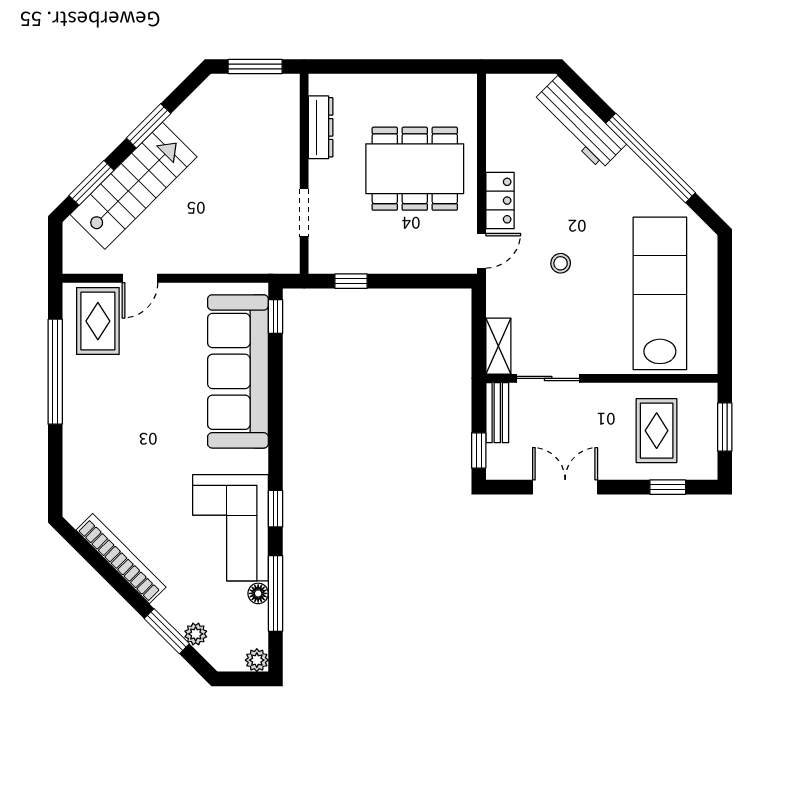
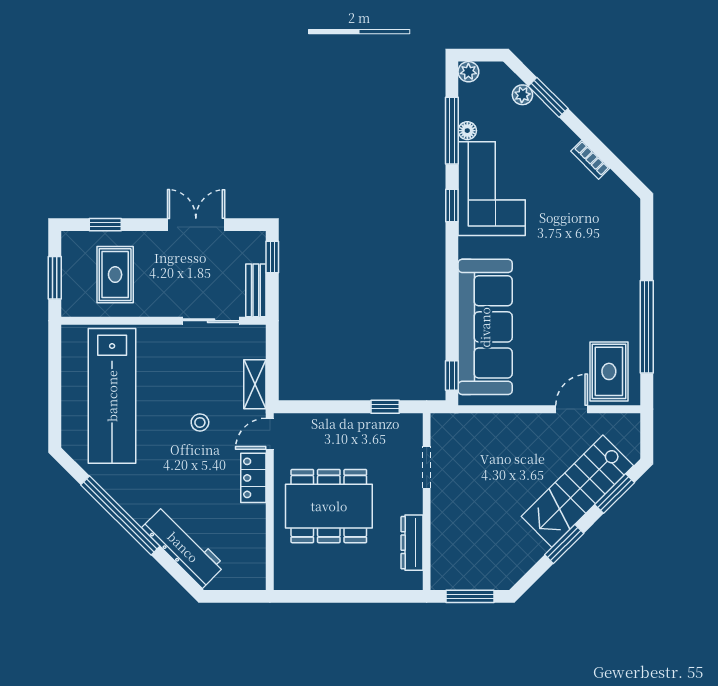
shelving: (498, 346) -> (255, 384), moved
double door: (565, 487) -> (196, 225), swing flipped
bookcase: (121, 559) -> (590, 160), width x0.43, depth x0.76

